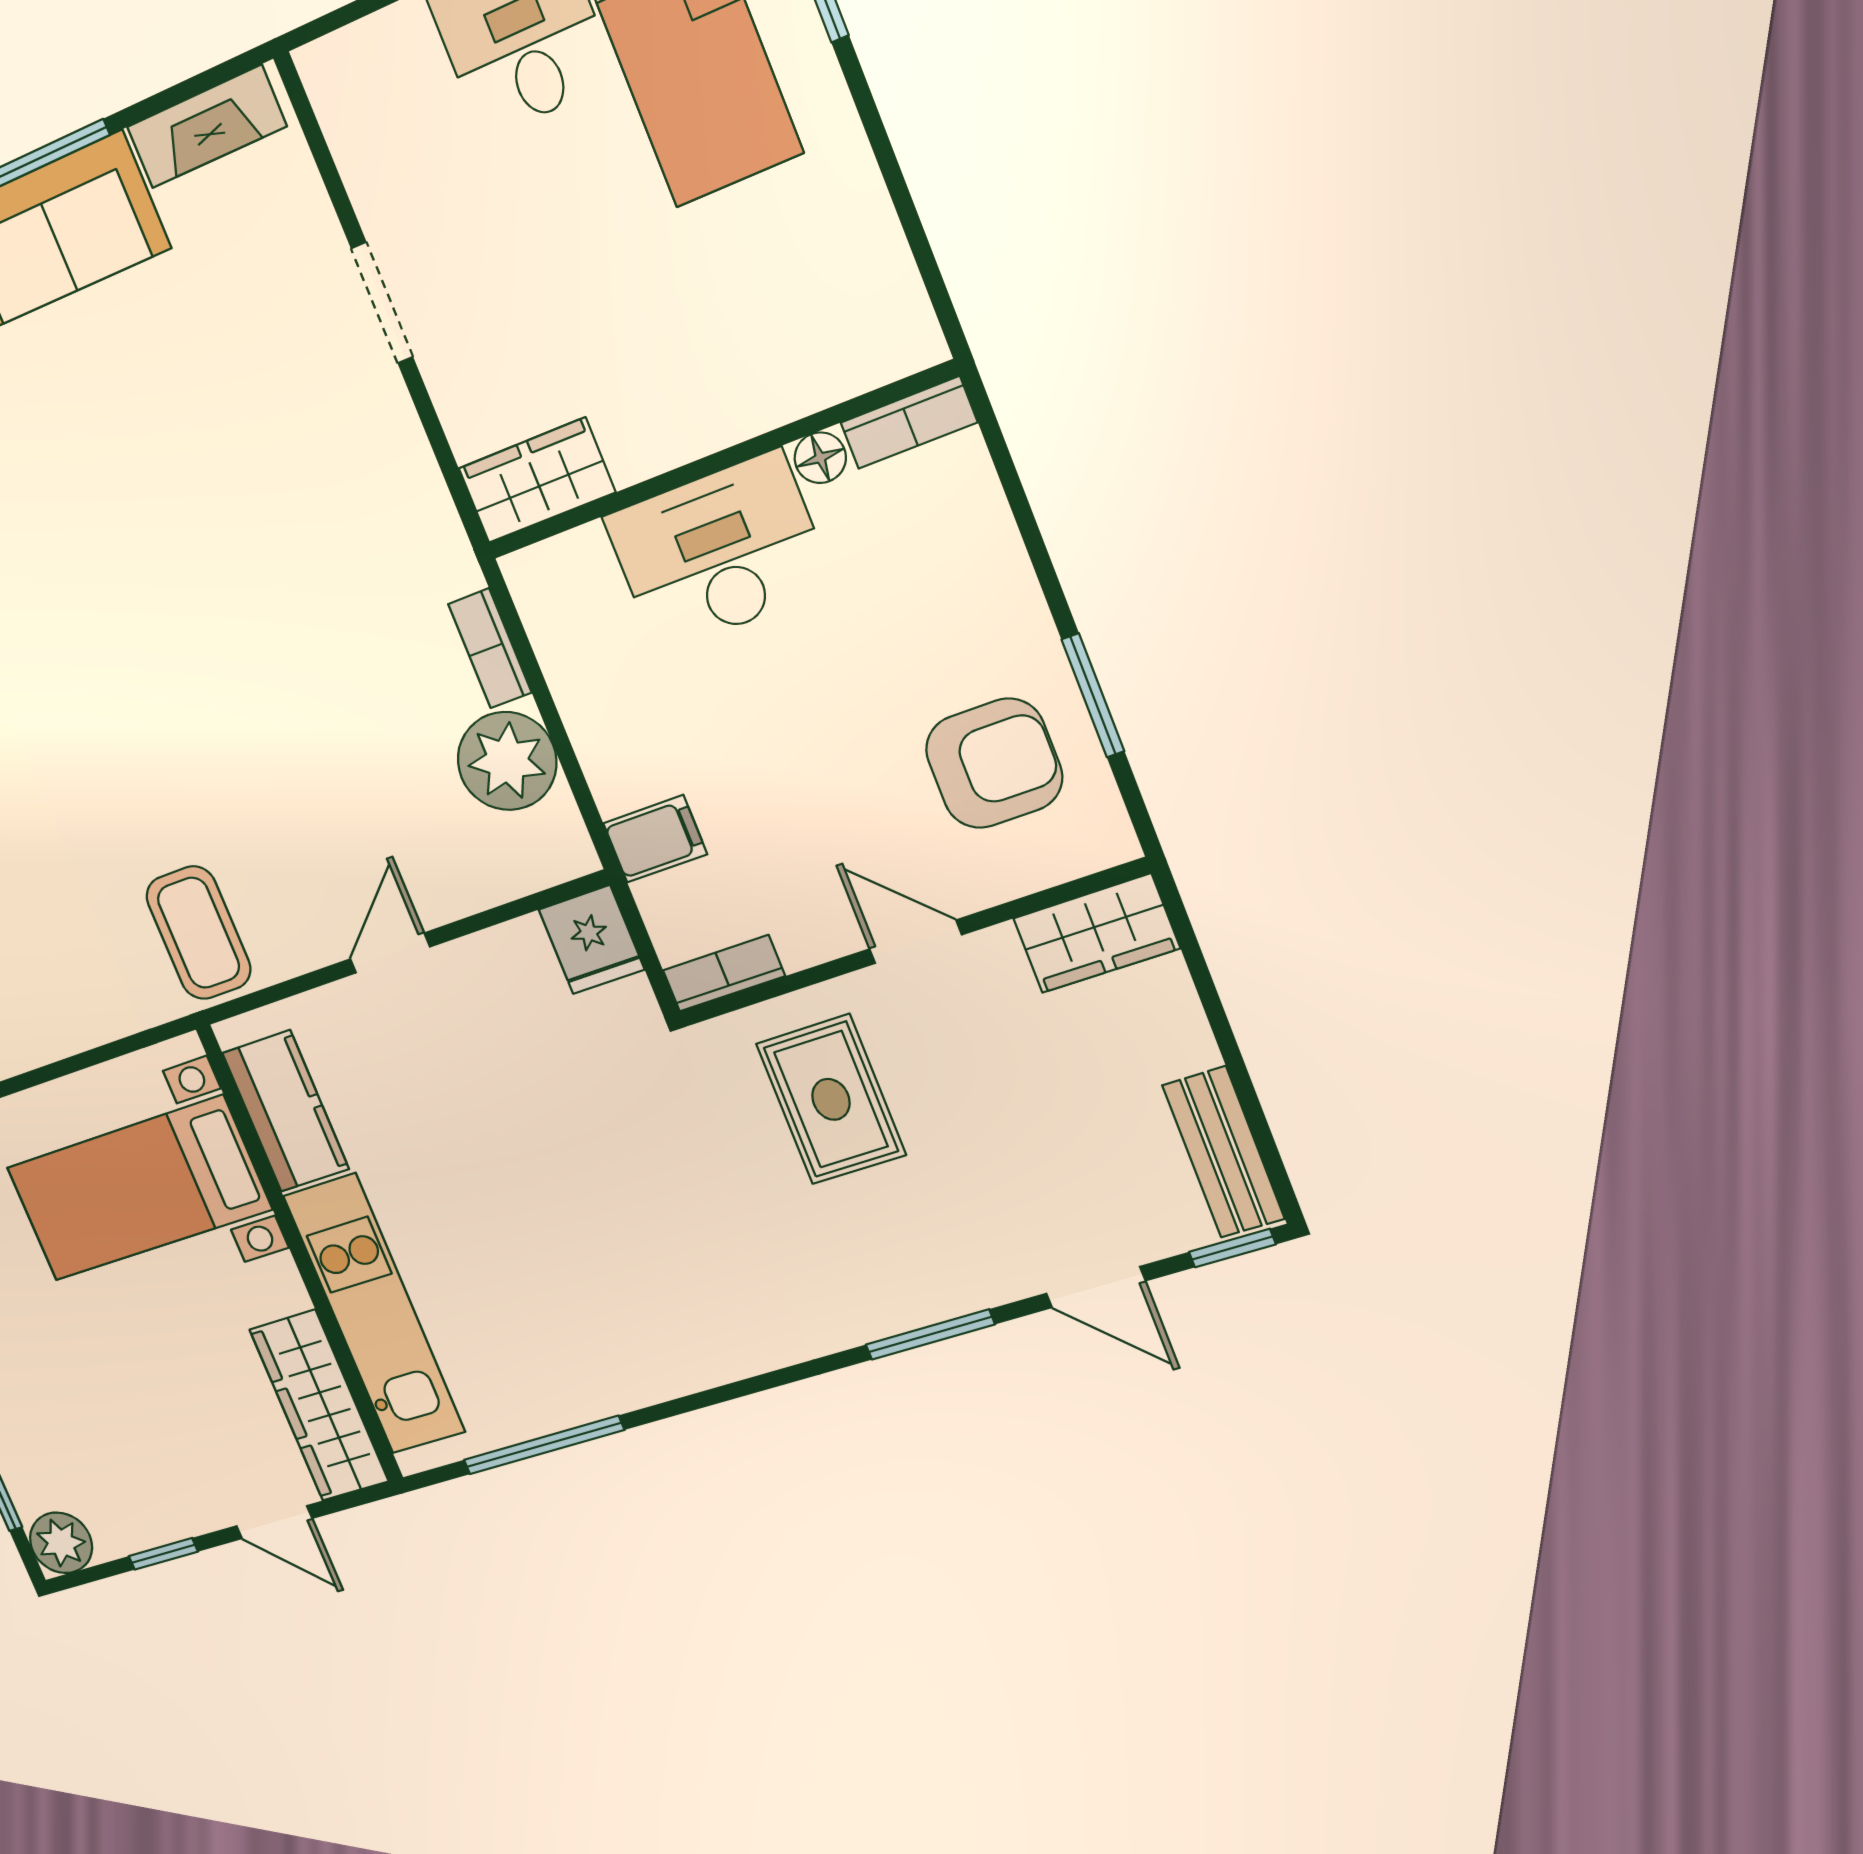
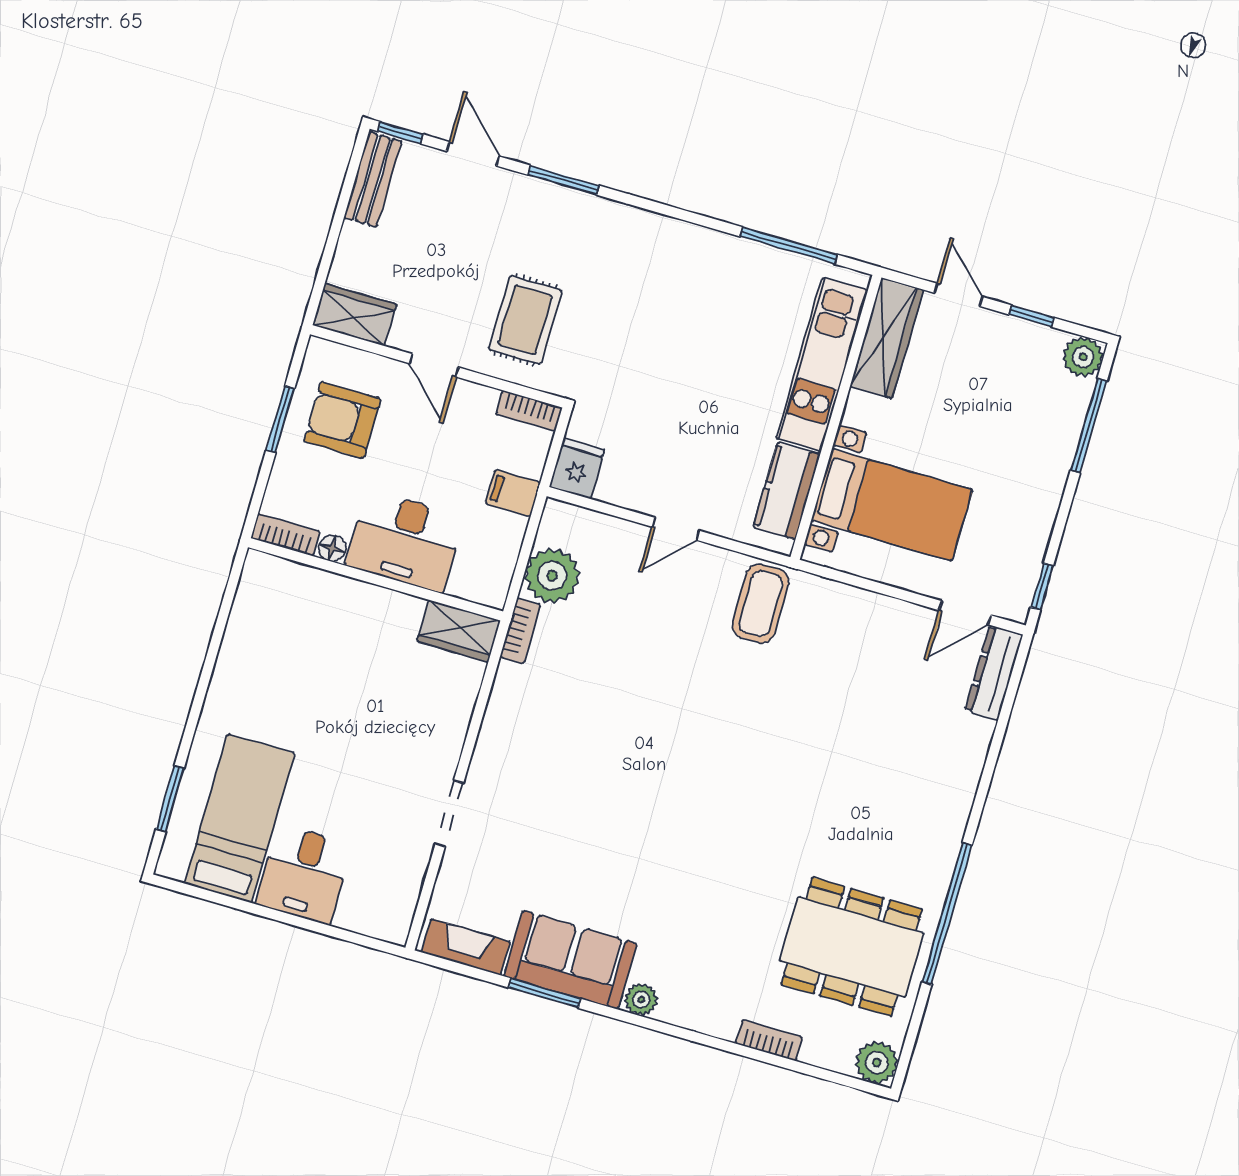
bookcase: (909, 423) -> (285, 535), moved
floor lamp: (820, 458) -> (332, 548), moved
wall: (718, 461) -> (376, 579), moved
wardrobe: (537, 480) -> (459, 631), moved
desk: (719, 552) -> (405, 541), moved

